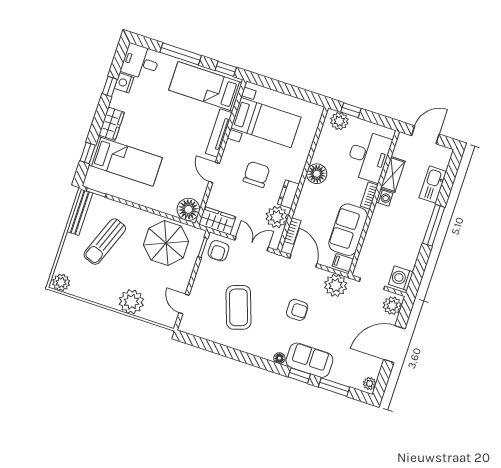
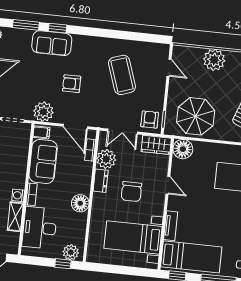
tv unit: (219, 133) -> (171, 226), width x0.71
floor lamp: (279, 358) -> (78, 39), removed

